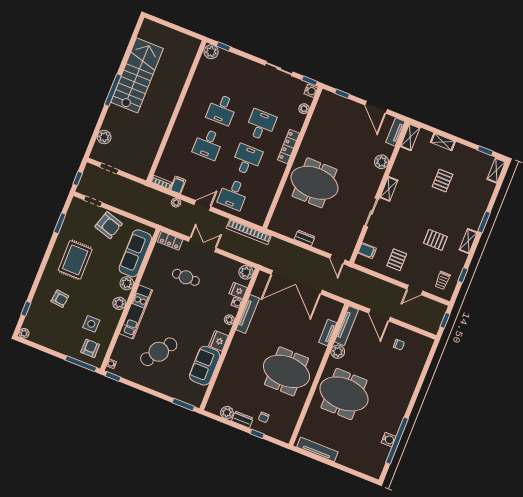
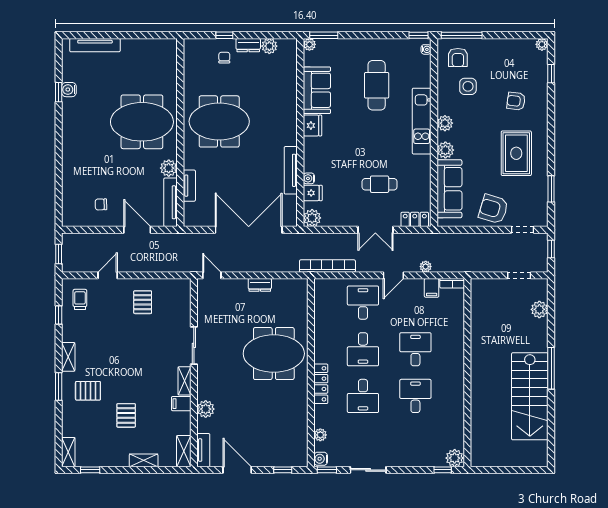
pallet: (435, 240) -> (88, 391), moved
filing cabinet: (367, 251) -> (181, 404), moved
plant: (229, 320) -> (309, 44), moved
cafe table: (159, 352) -> (377, 85), turned -36
window: (397, 441) -> (59, 92), width x0.32
tv unit: (317, 449) -> (95, 45), moved

